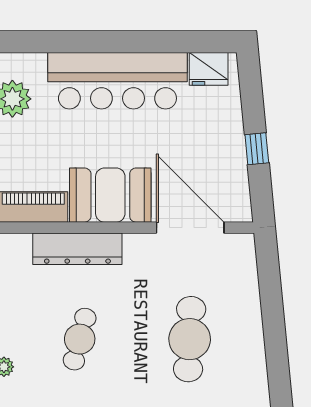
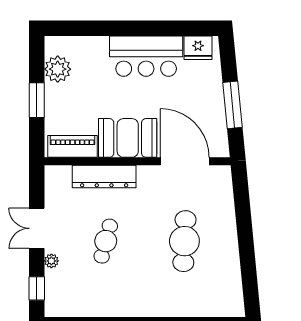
bar counter: (117, 81) -> (146, 56), width x0.73
window: (257, 149) -> (233, 105), width x2.17

